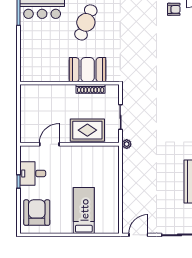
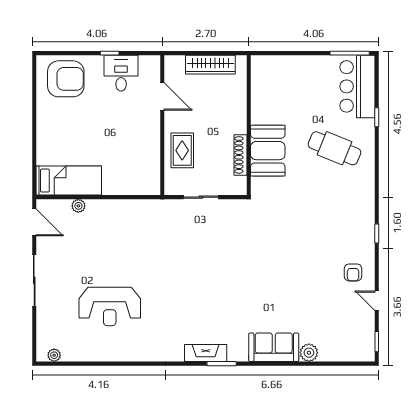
wardrobe: (27, 110) -> (210, 65), added
rug: (87, 130) -> (182, 150), width x0.73, depth x0.70
plant: (127, 144) -> (78, 206), moved
bed: (84, 210) -> (69, 181), moved

